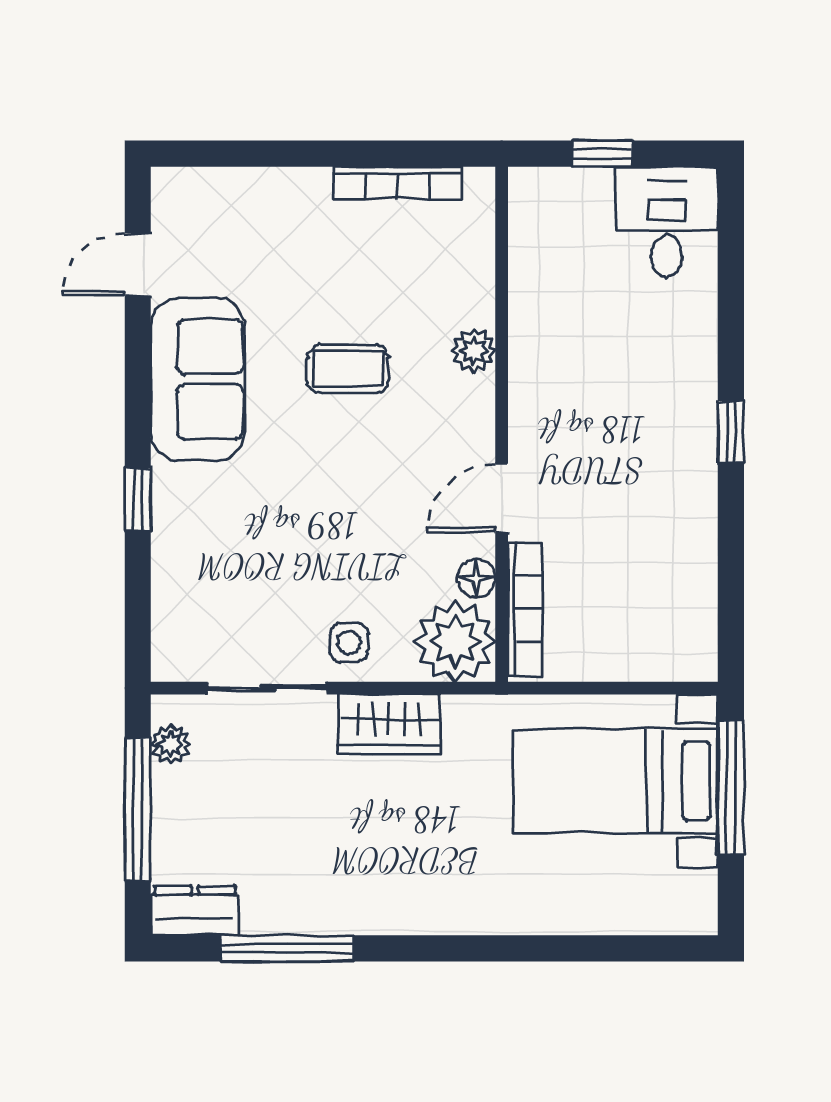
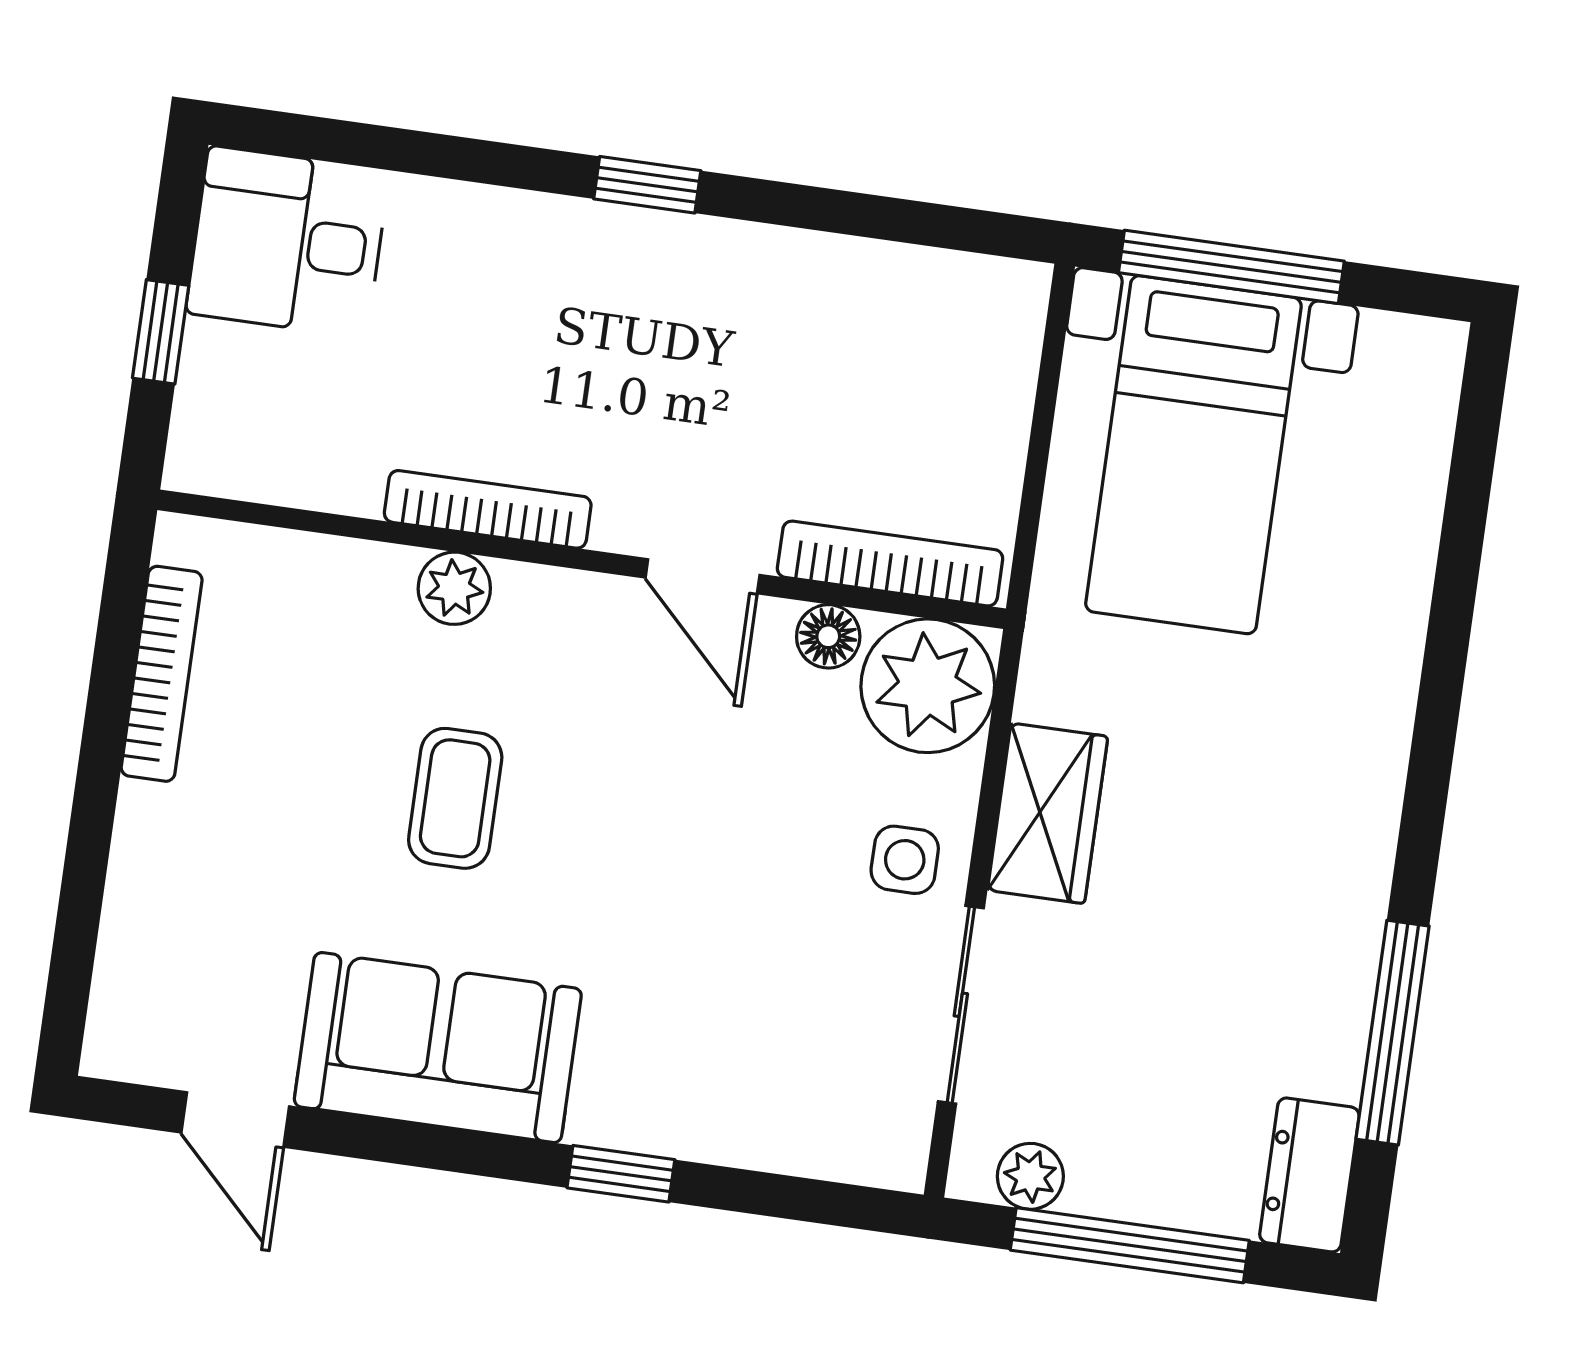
bookcase: (524, 364) -> (488, 509), added

